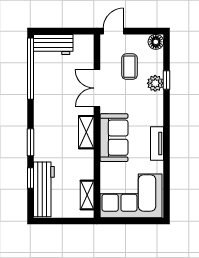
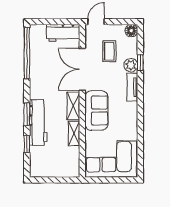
workbench: (53, 44) -> (63, 33), moved
double door: (97, 88) -> (82, 69), width x1.37
tv unit: (157, 144) -> (132, 87), moved
workbench: (44, 189) -> (38, 122), moved
shelving: (87, 195) -> (74, 133), moved

